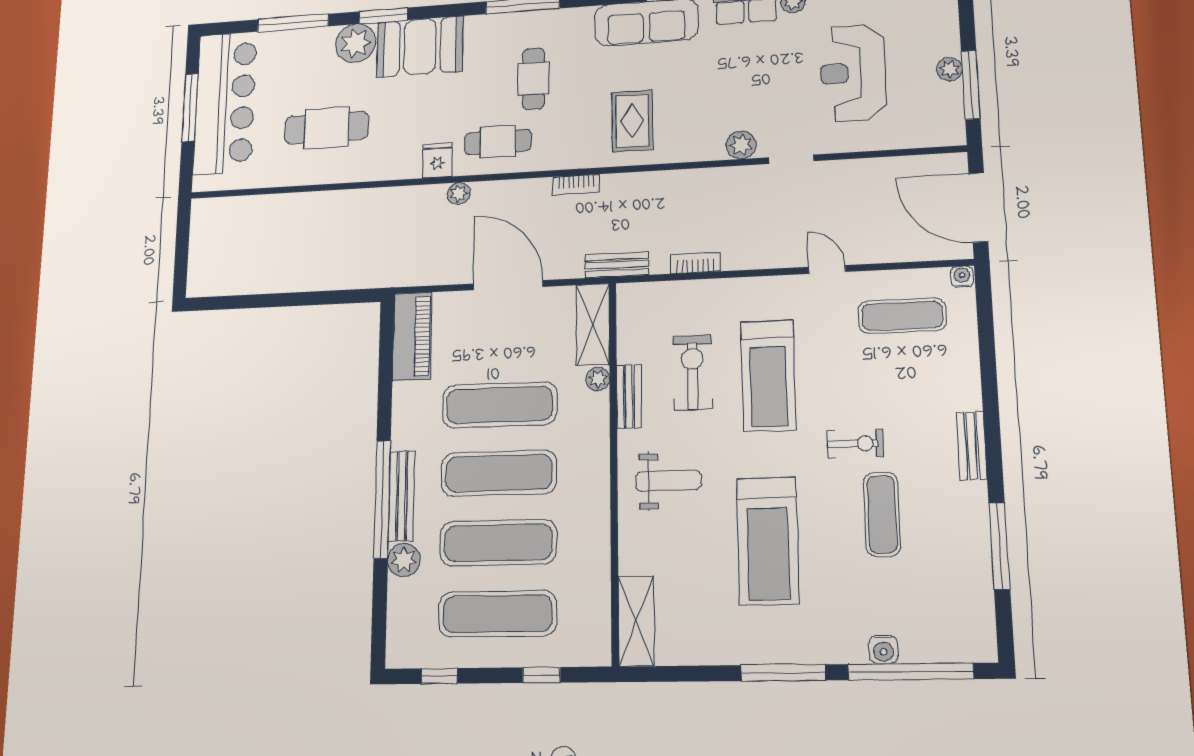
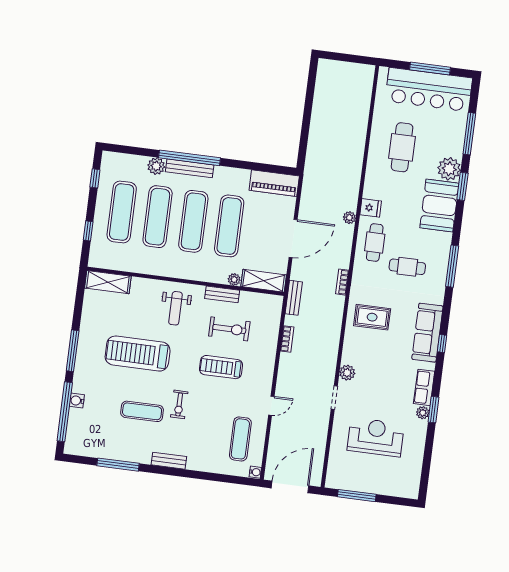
plant: (949, 69) -> (368, 486), removed
treadmill: (768, 376) -> (221, 367), width x0.73, depth x0.73

